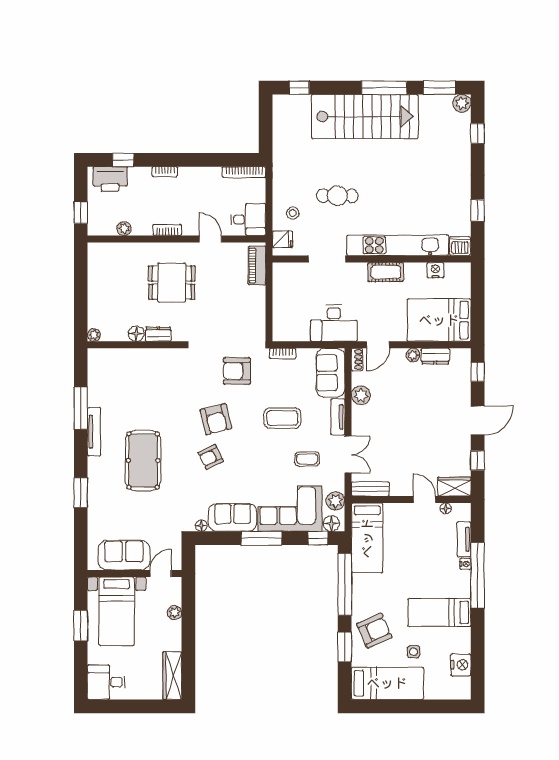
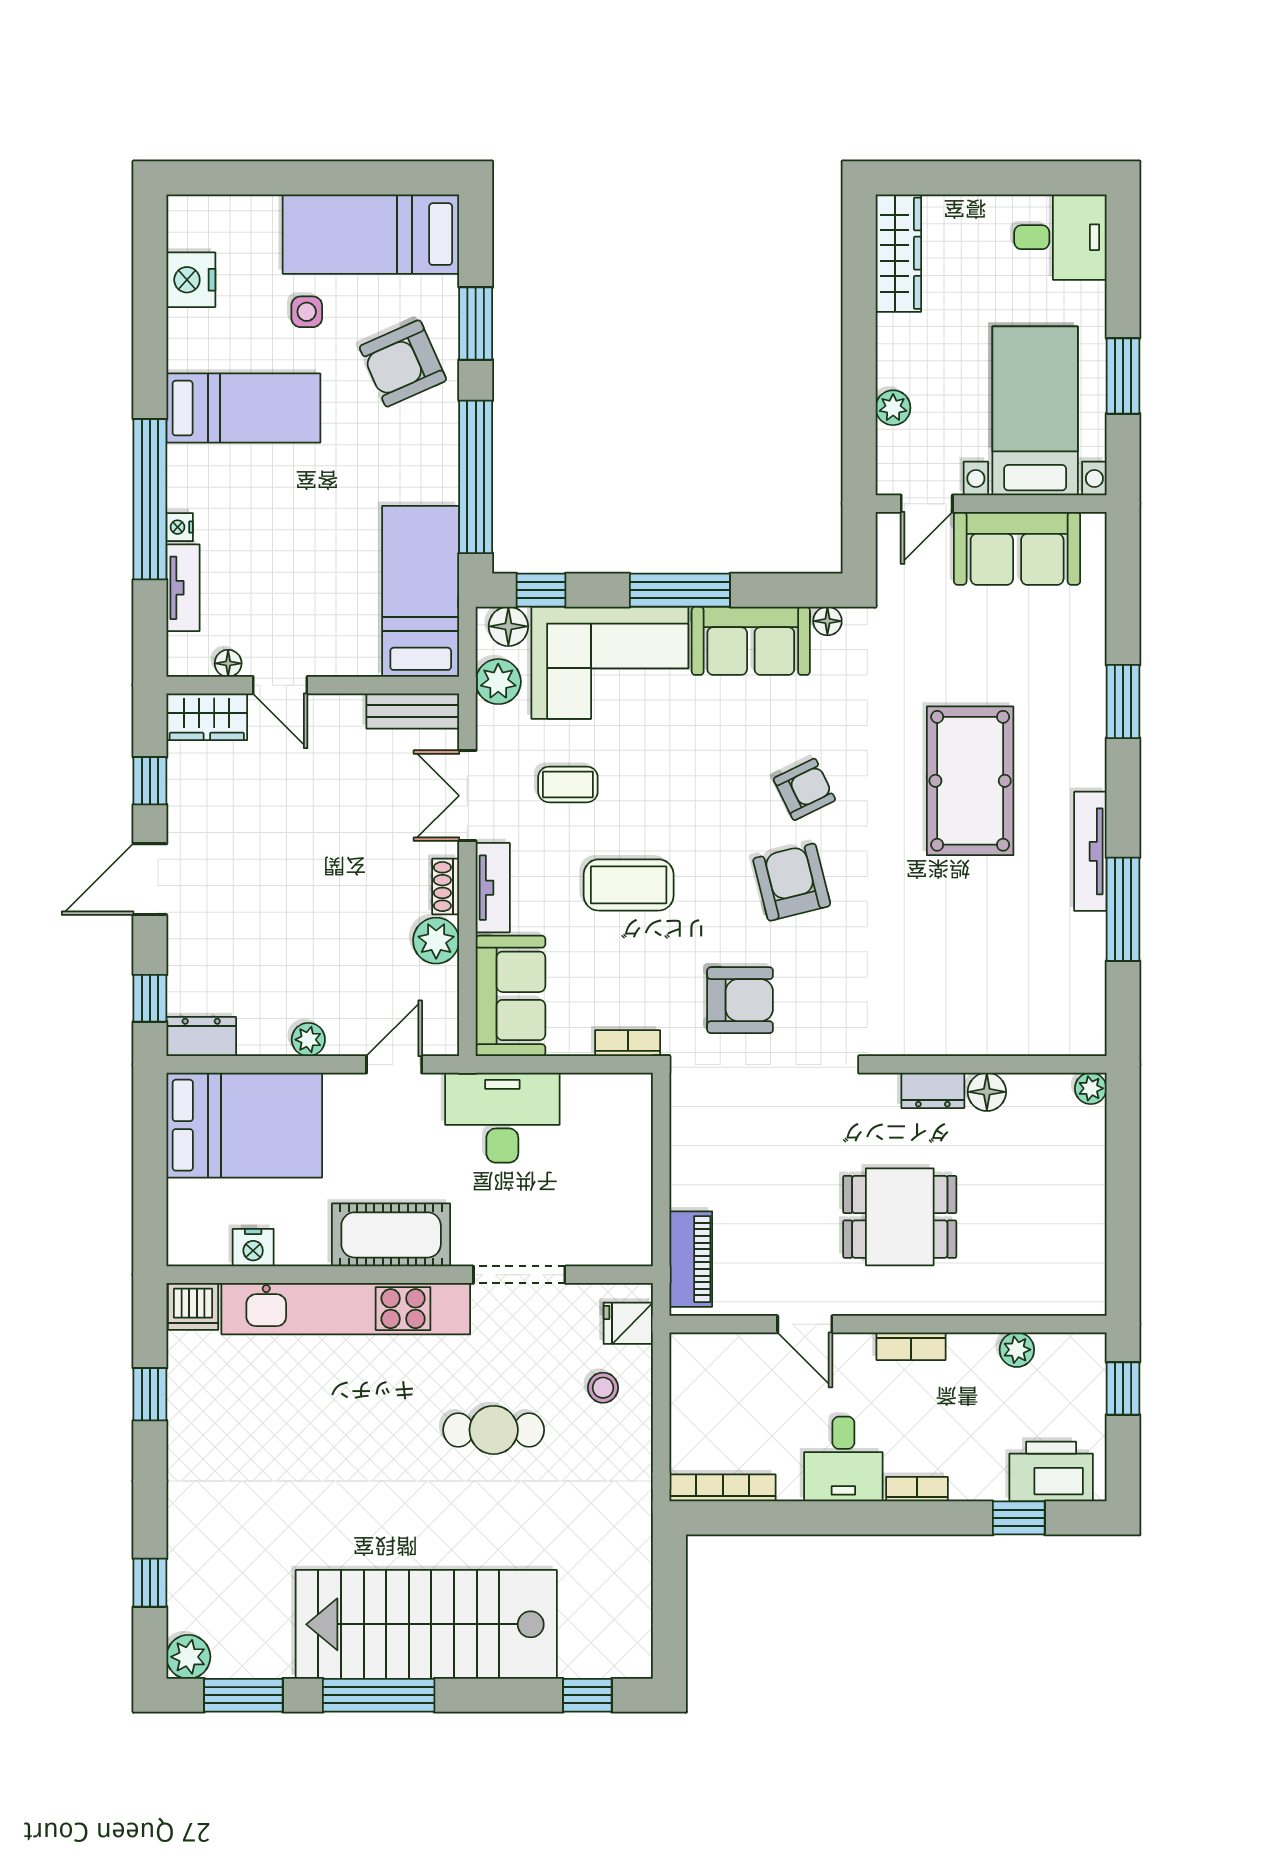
desk: (248, 220) -> (843, 1459), moved, turned -90
cot: (386, 272) -> (391, 1235), width x1.37, depth x1.34
dresser: (435, 356) -> (201, 1037), moved
shoe rack: (357, 360) -> (446, 887), moved

